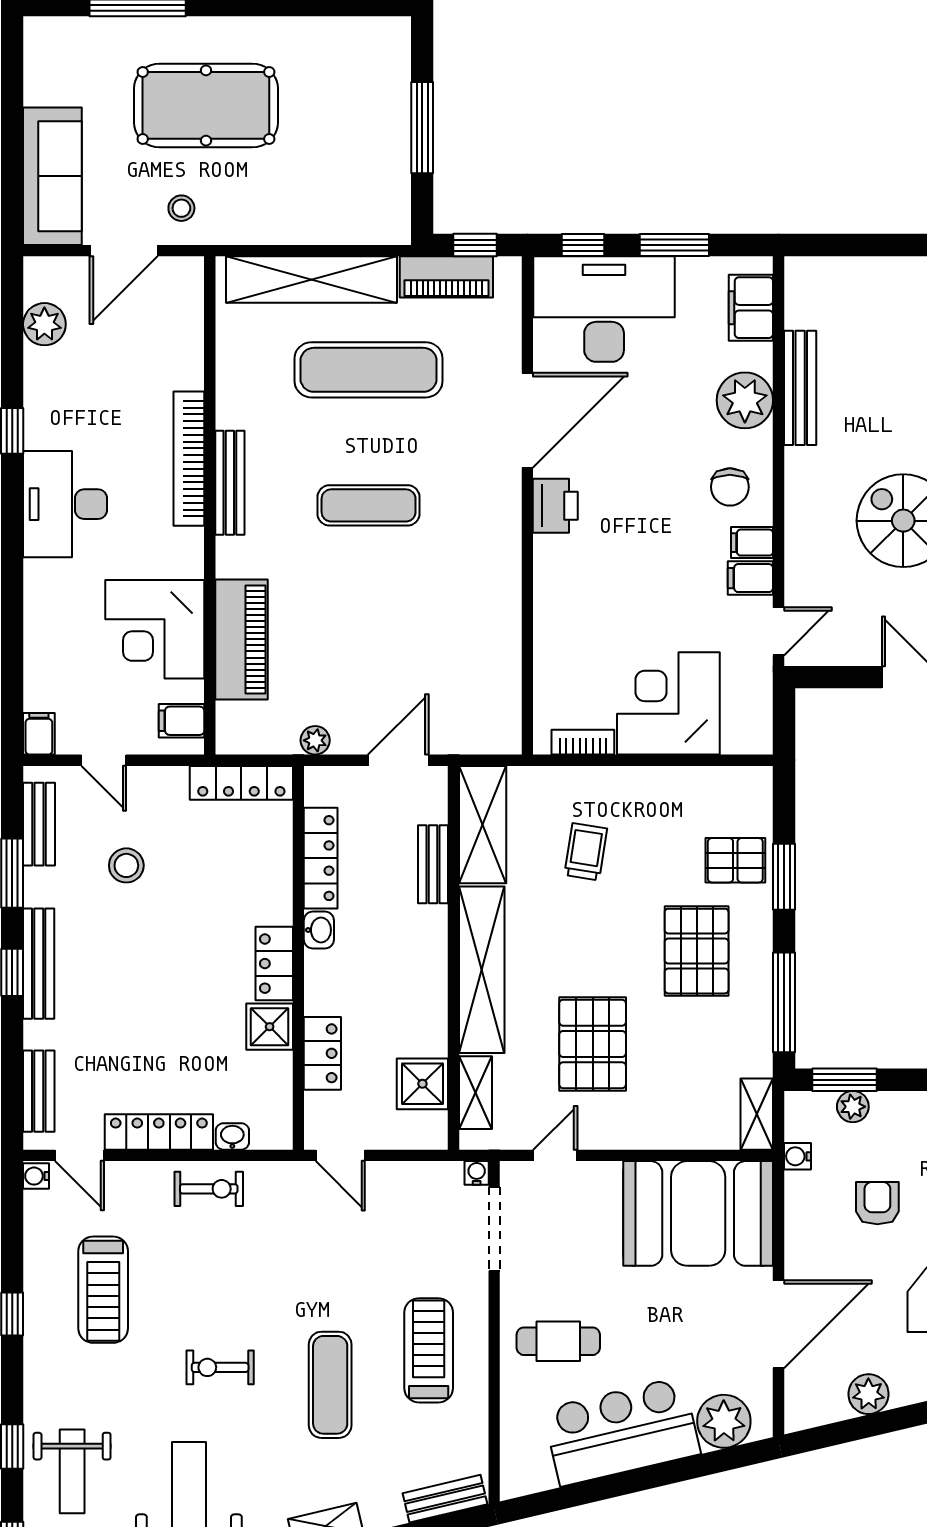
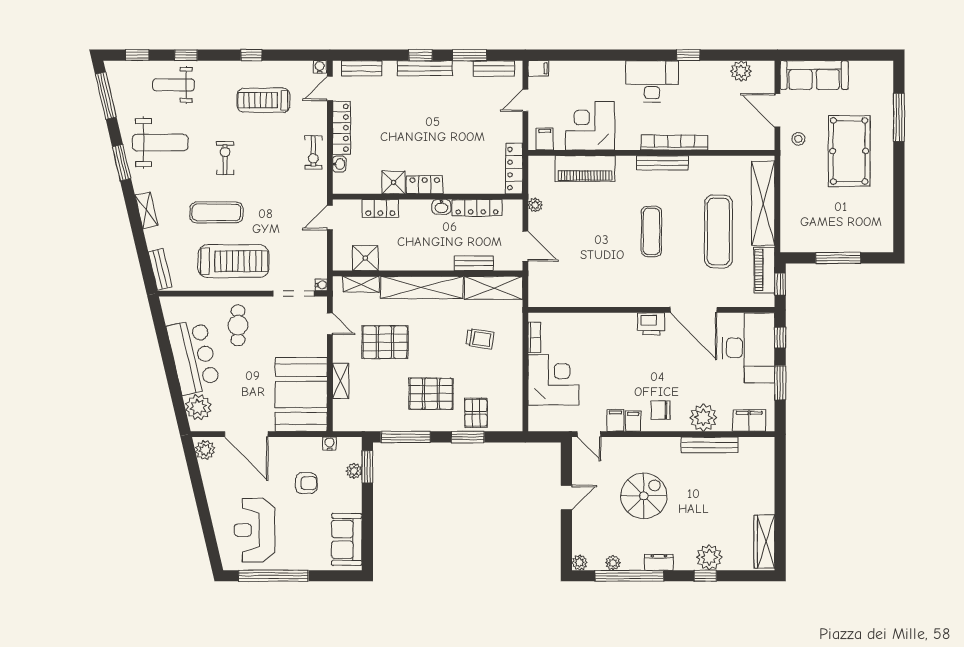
stool: (126, 865) -> (473, 112), removed
shelving: (757, 1114) -> (341, 381), moved, turned 90
treadmill: (429, 1350) -> (233, 261), width x1.37, depth x1.38
plant: (868, 1394) -> (205, 450), moved

